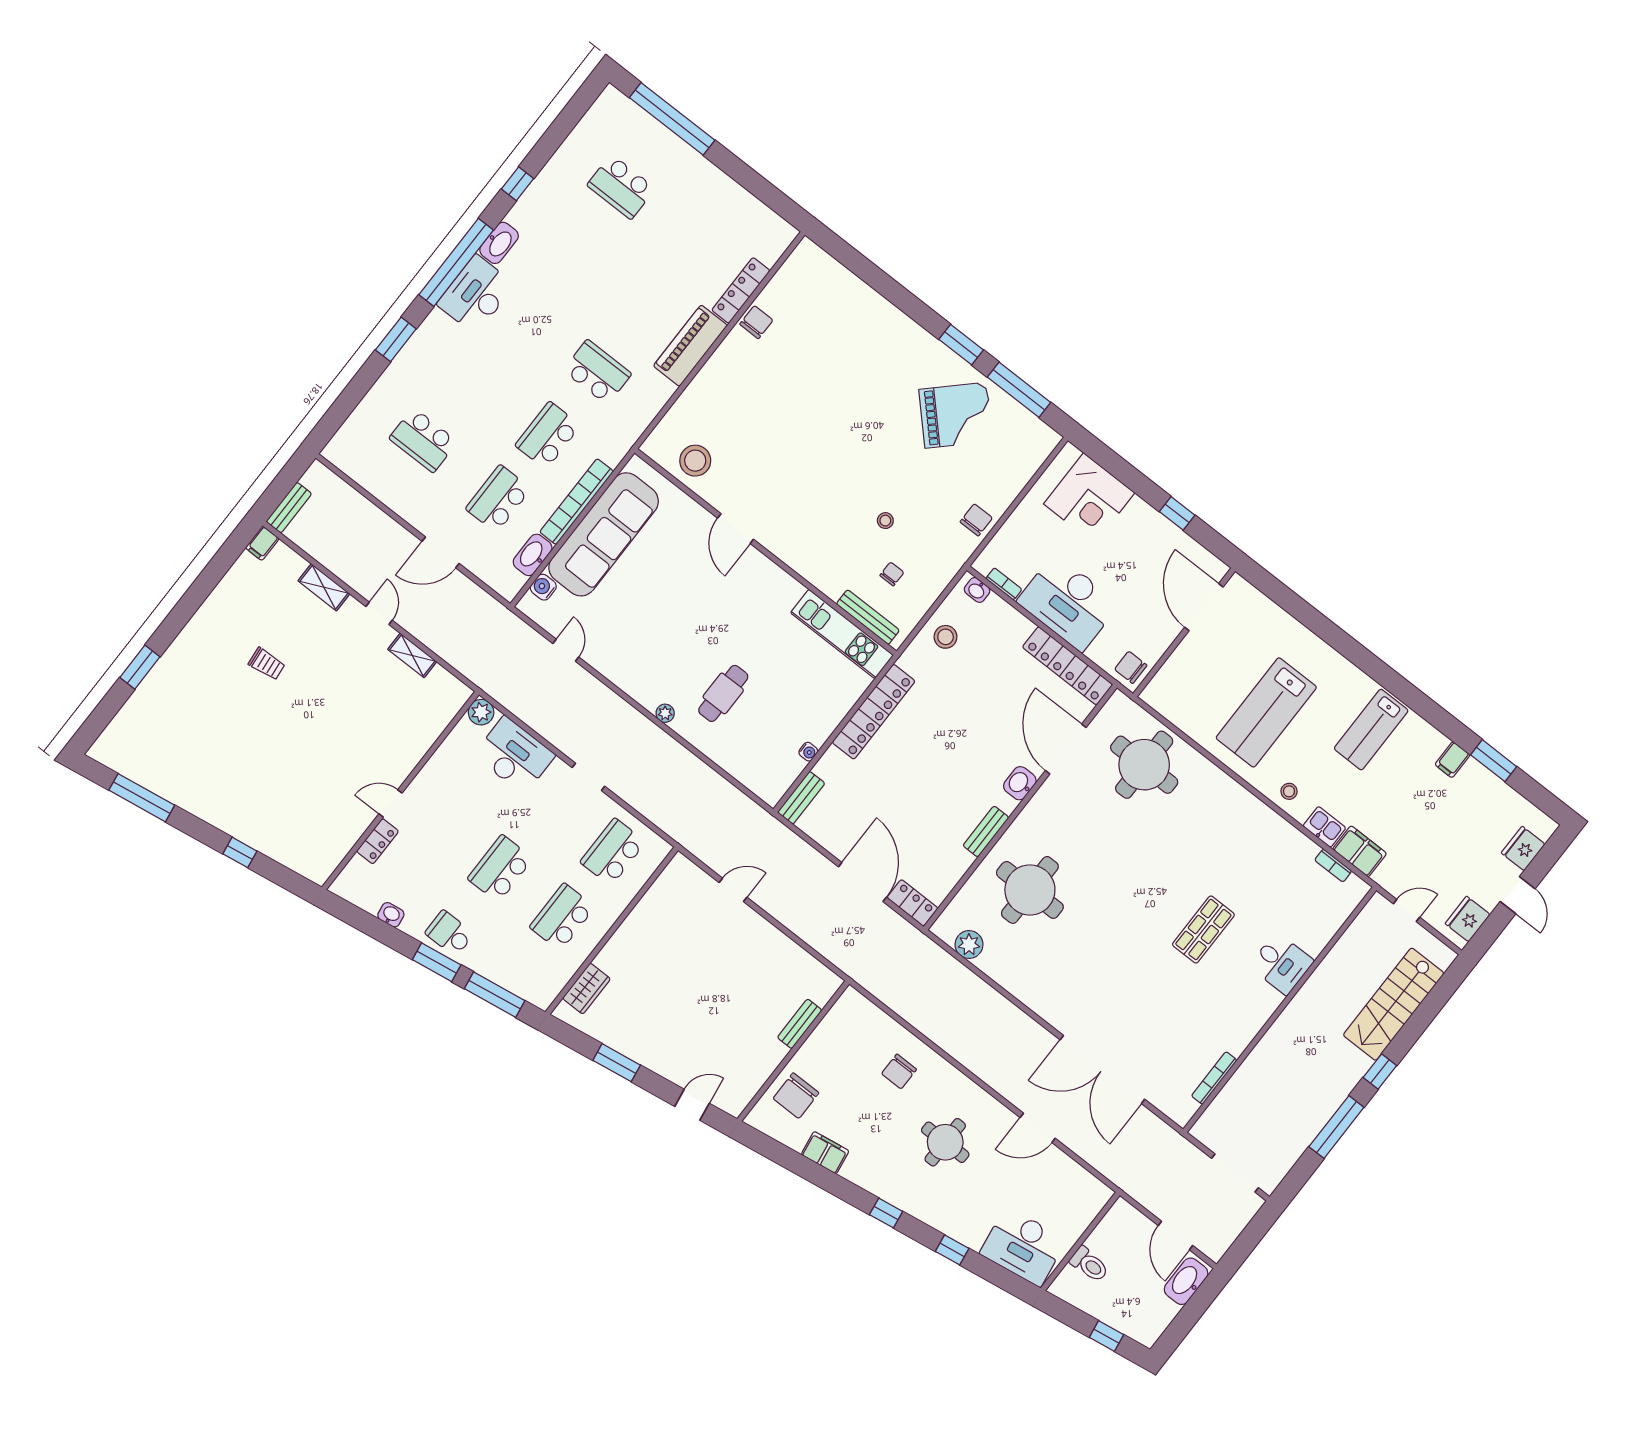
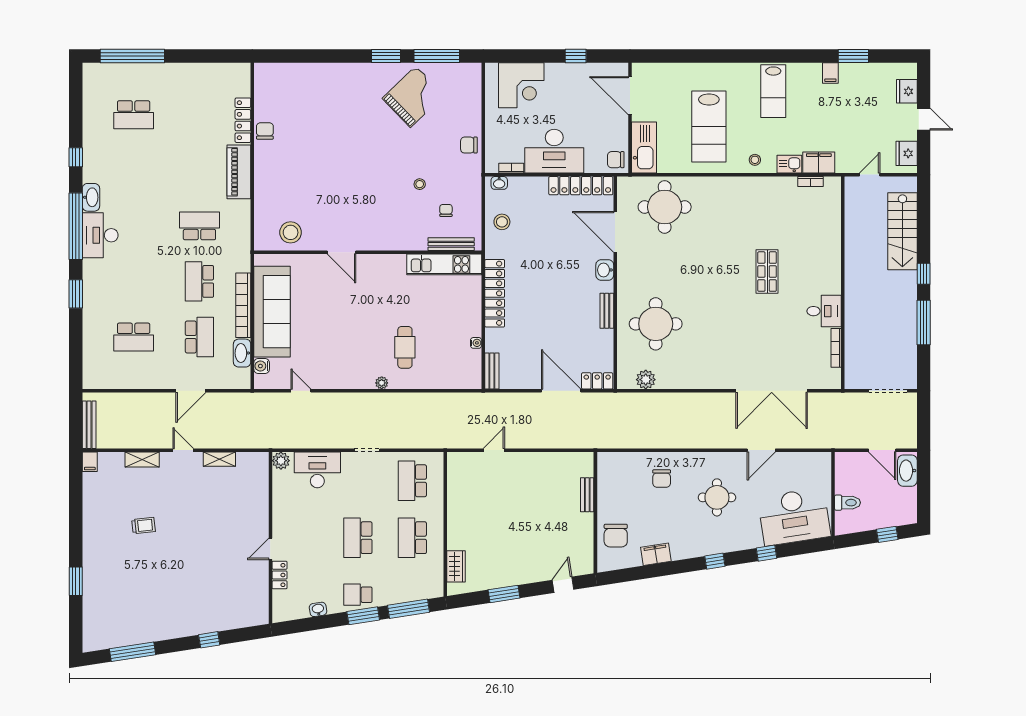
school desk: (498, 499) -> (199, 337), turned 180
bench: (289, 508) -> (89, 425), width x1.36
chair: (976, 520) -> (469, 145), turned -90
kitchen sink: (1174, 679) -> (644, 147), added
desk: (1281, 964) -> (824, 311), moved
desk: (1023, 1247) -> (794, 517), width x1.36, depth x1.30

